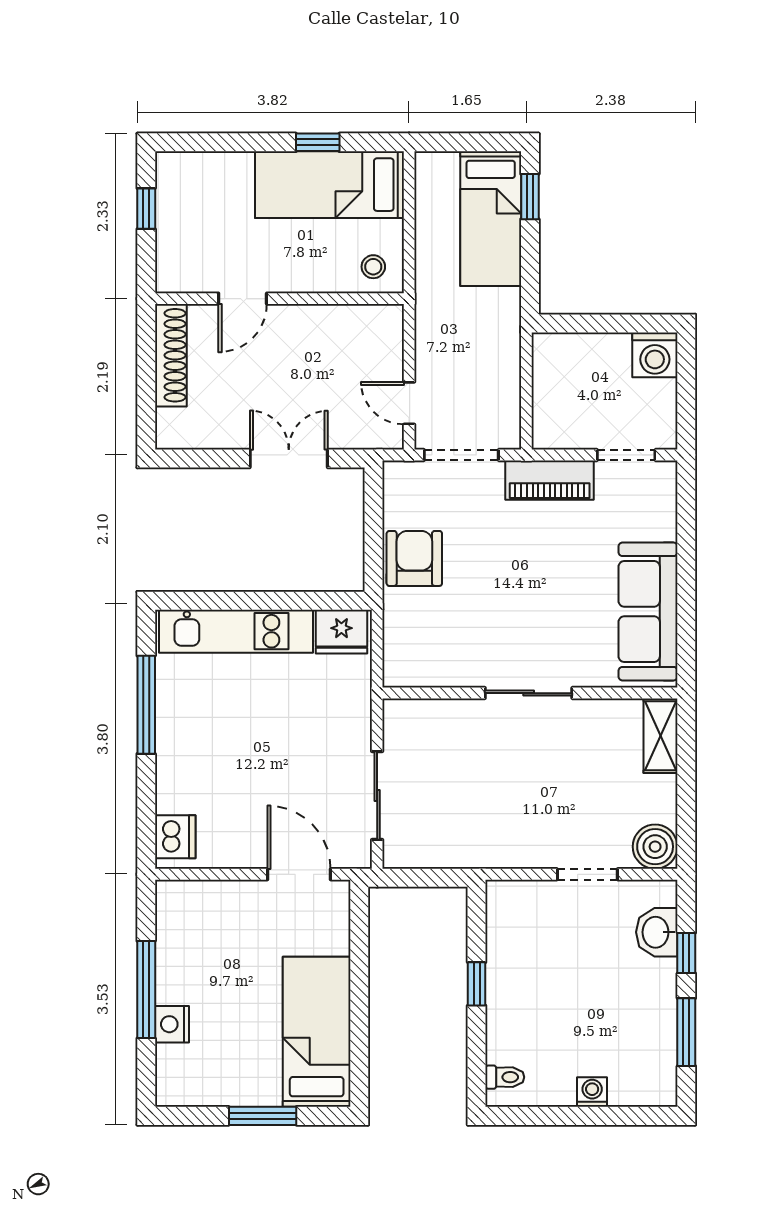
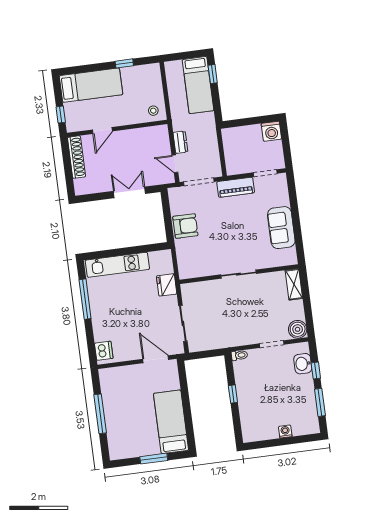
bed: (329, 185) -> (91, 85), moved, turned 180
window: (146, 209) -> (61, 115), moved
dresser: (429, 352) -> (180, 142), added
armchair: (414, 558) -> (185, 226), turned 90
sofa: (648, 612) -> (281, 228), width x0.73
fridge: (341, 632) -> (167, 285), moved, turned 90
nightstand: (172, 1024) -> (112, 426), removed
toilet: (505, 1077) -> (239, 355), moved

